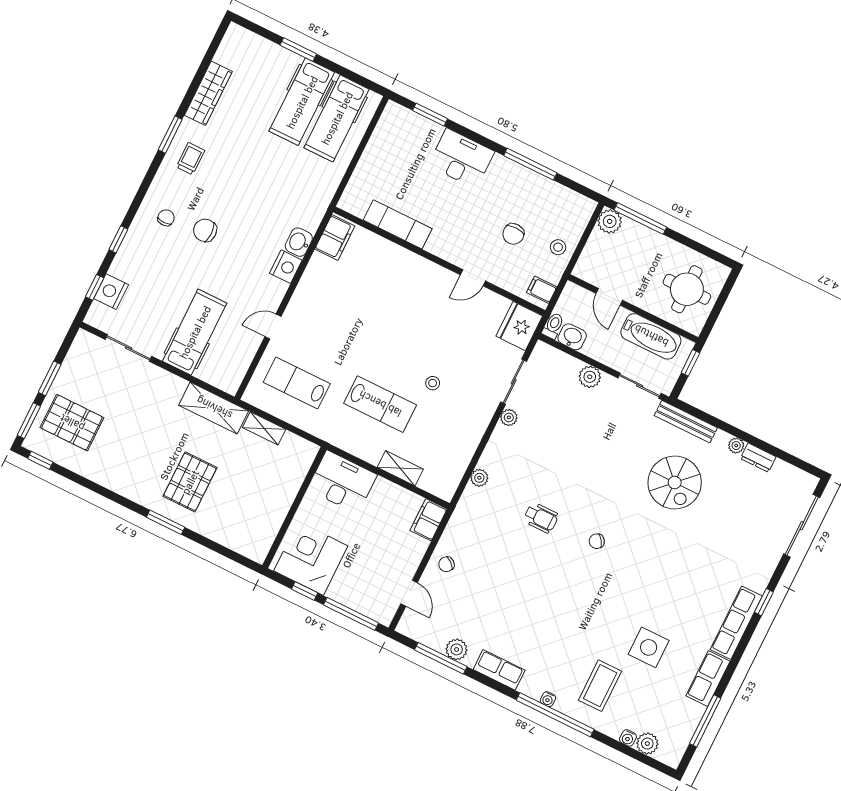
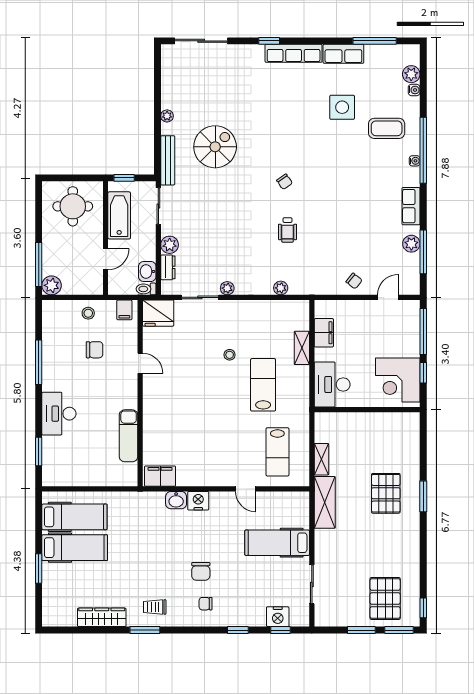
dresser: (758, 458) -> (168, 267), moved
pallet: (190, 482) -> (386, 493), turned 90
wheelchair: (541, 518) -> (287, 230), turned 180
filing cabinet: (429, 520) -> (324, 333), moved, turned -90

